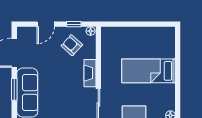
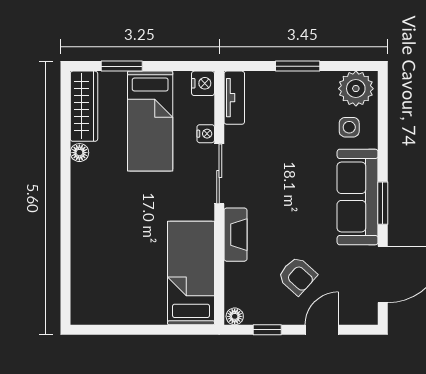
armchair: (72, 45) -> (297, 276), moved
bed: (148, 71) -> (191, 273), moved, turned -90

